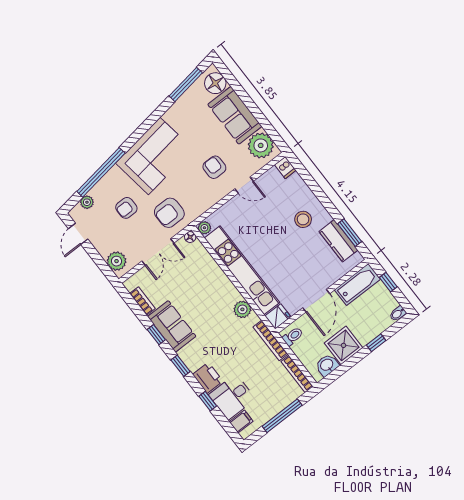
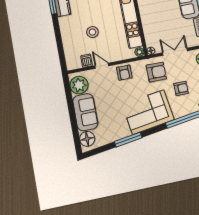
window: (186, 84) -> (128, 140), moved
armchair: (214, 167) -> (124, 73), moved
dishwasher: (285, 168) -> (87, 61), moved
stool: (303, 219) -> (92, 32), moved

